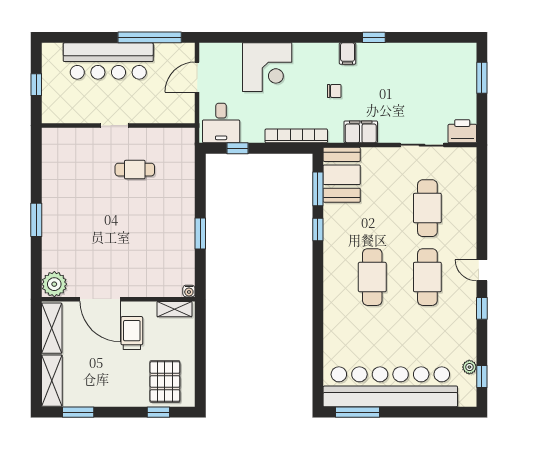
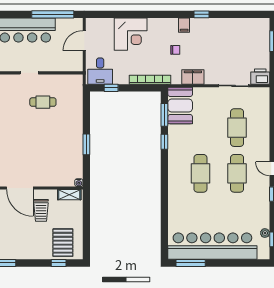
trolley: (132, 333) -> (41, 210), turned 180

